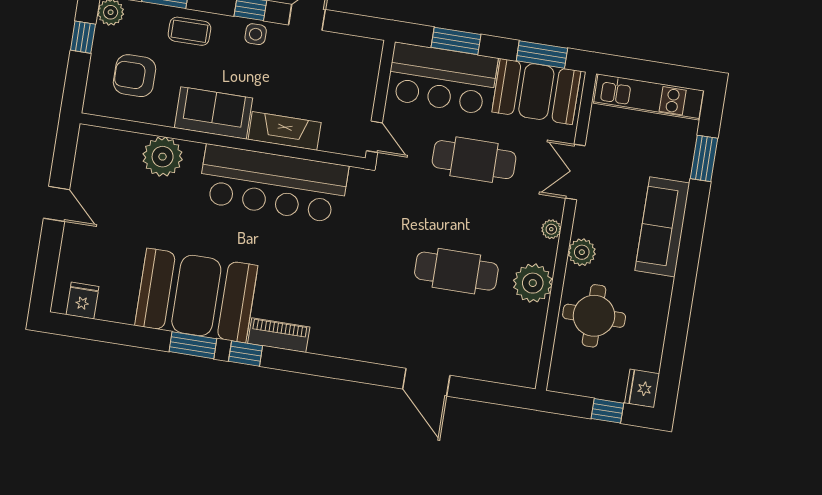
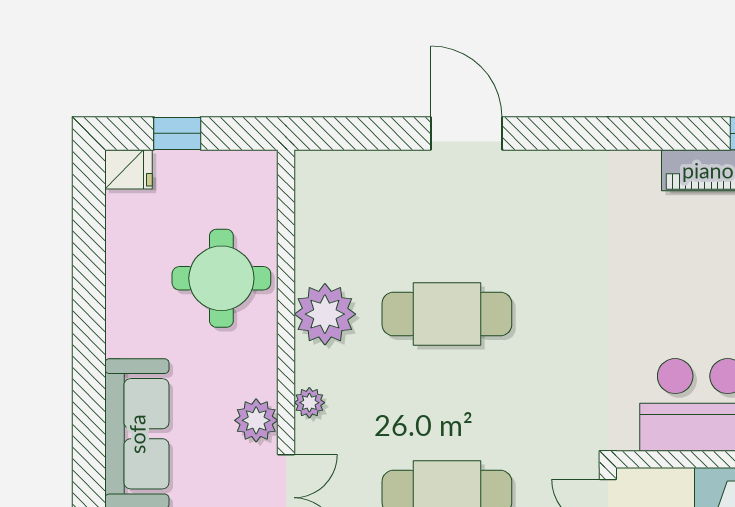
plant: (582, 252) -> (256, 420), moved
fridge: (642, 388) -> (129, 169), width x0.72

